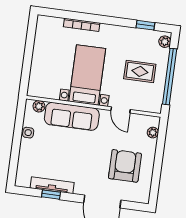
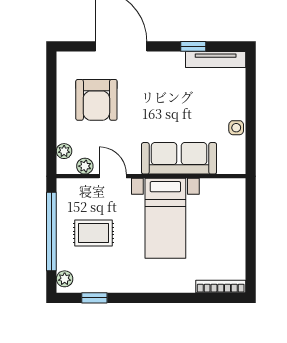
bookcase: (82, 25) -> (221, 287), moved
plant: (39, 106) -> (85, 166), moved
tv unit: (52, 185) -> (216, 60), moved

